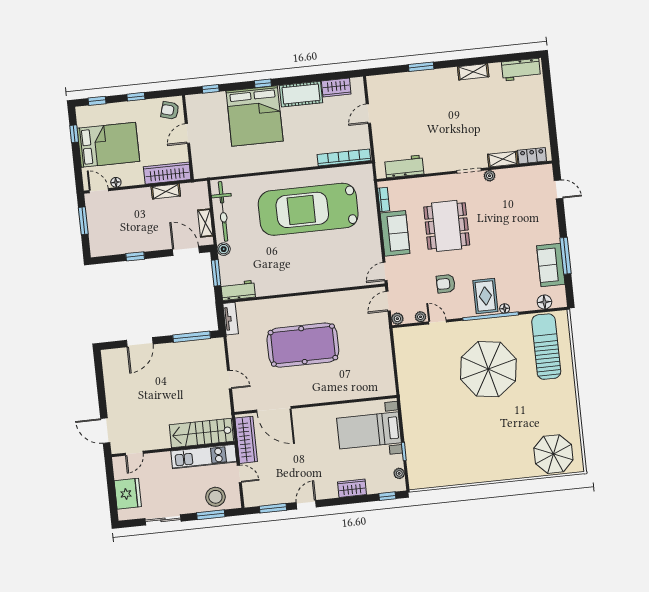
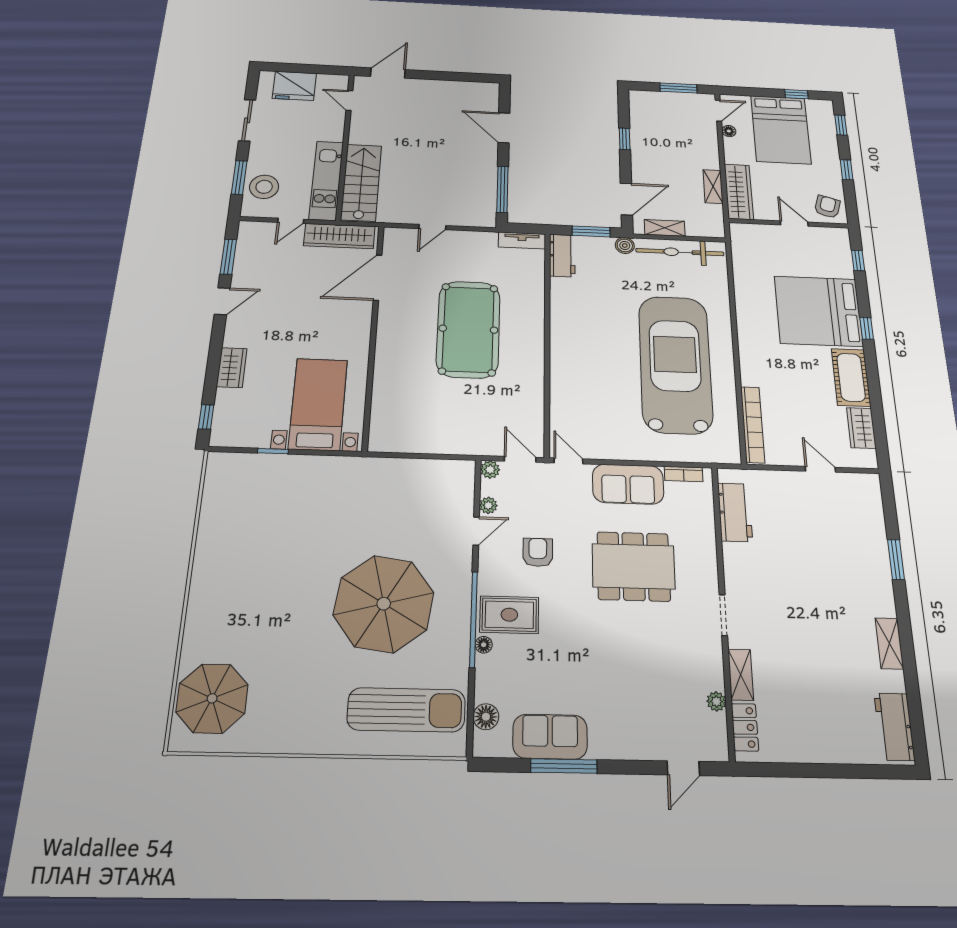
plant: (490, 176) -> (716, 701), moved
plant: (399, 473) -> (239, 439), removed
door: (306, 505) -> (222, 301), hinge flipped

